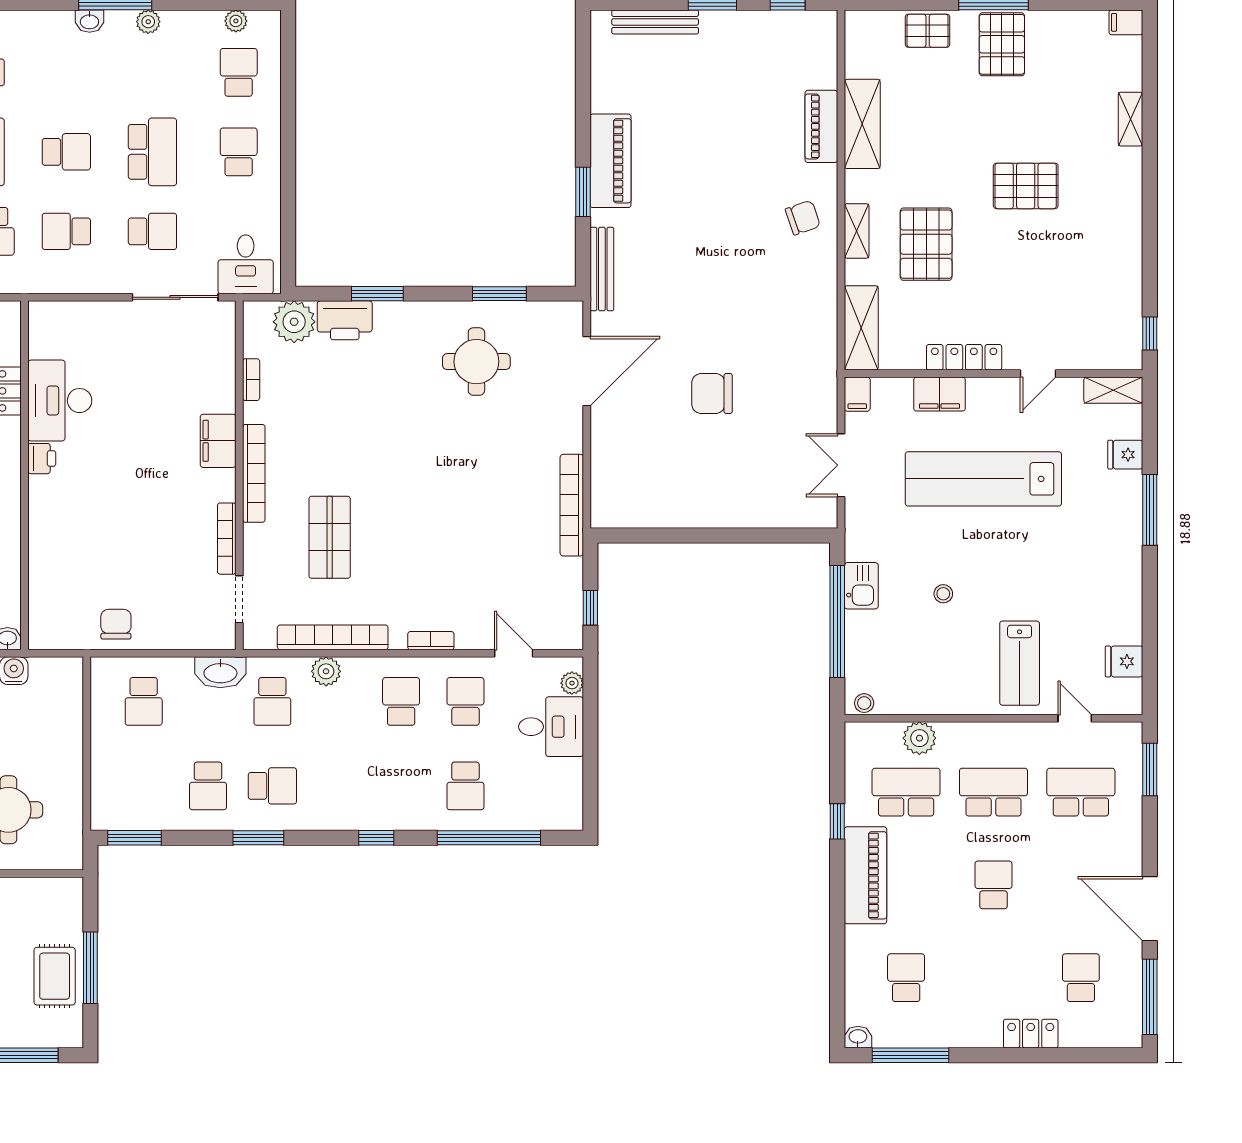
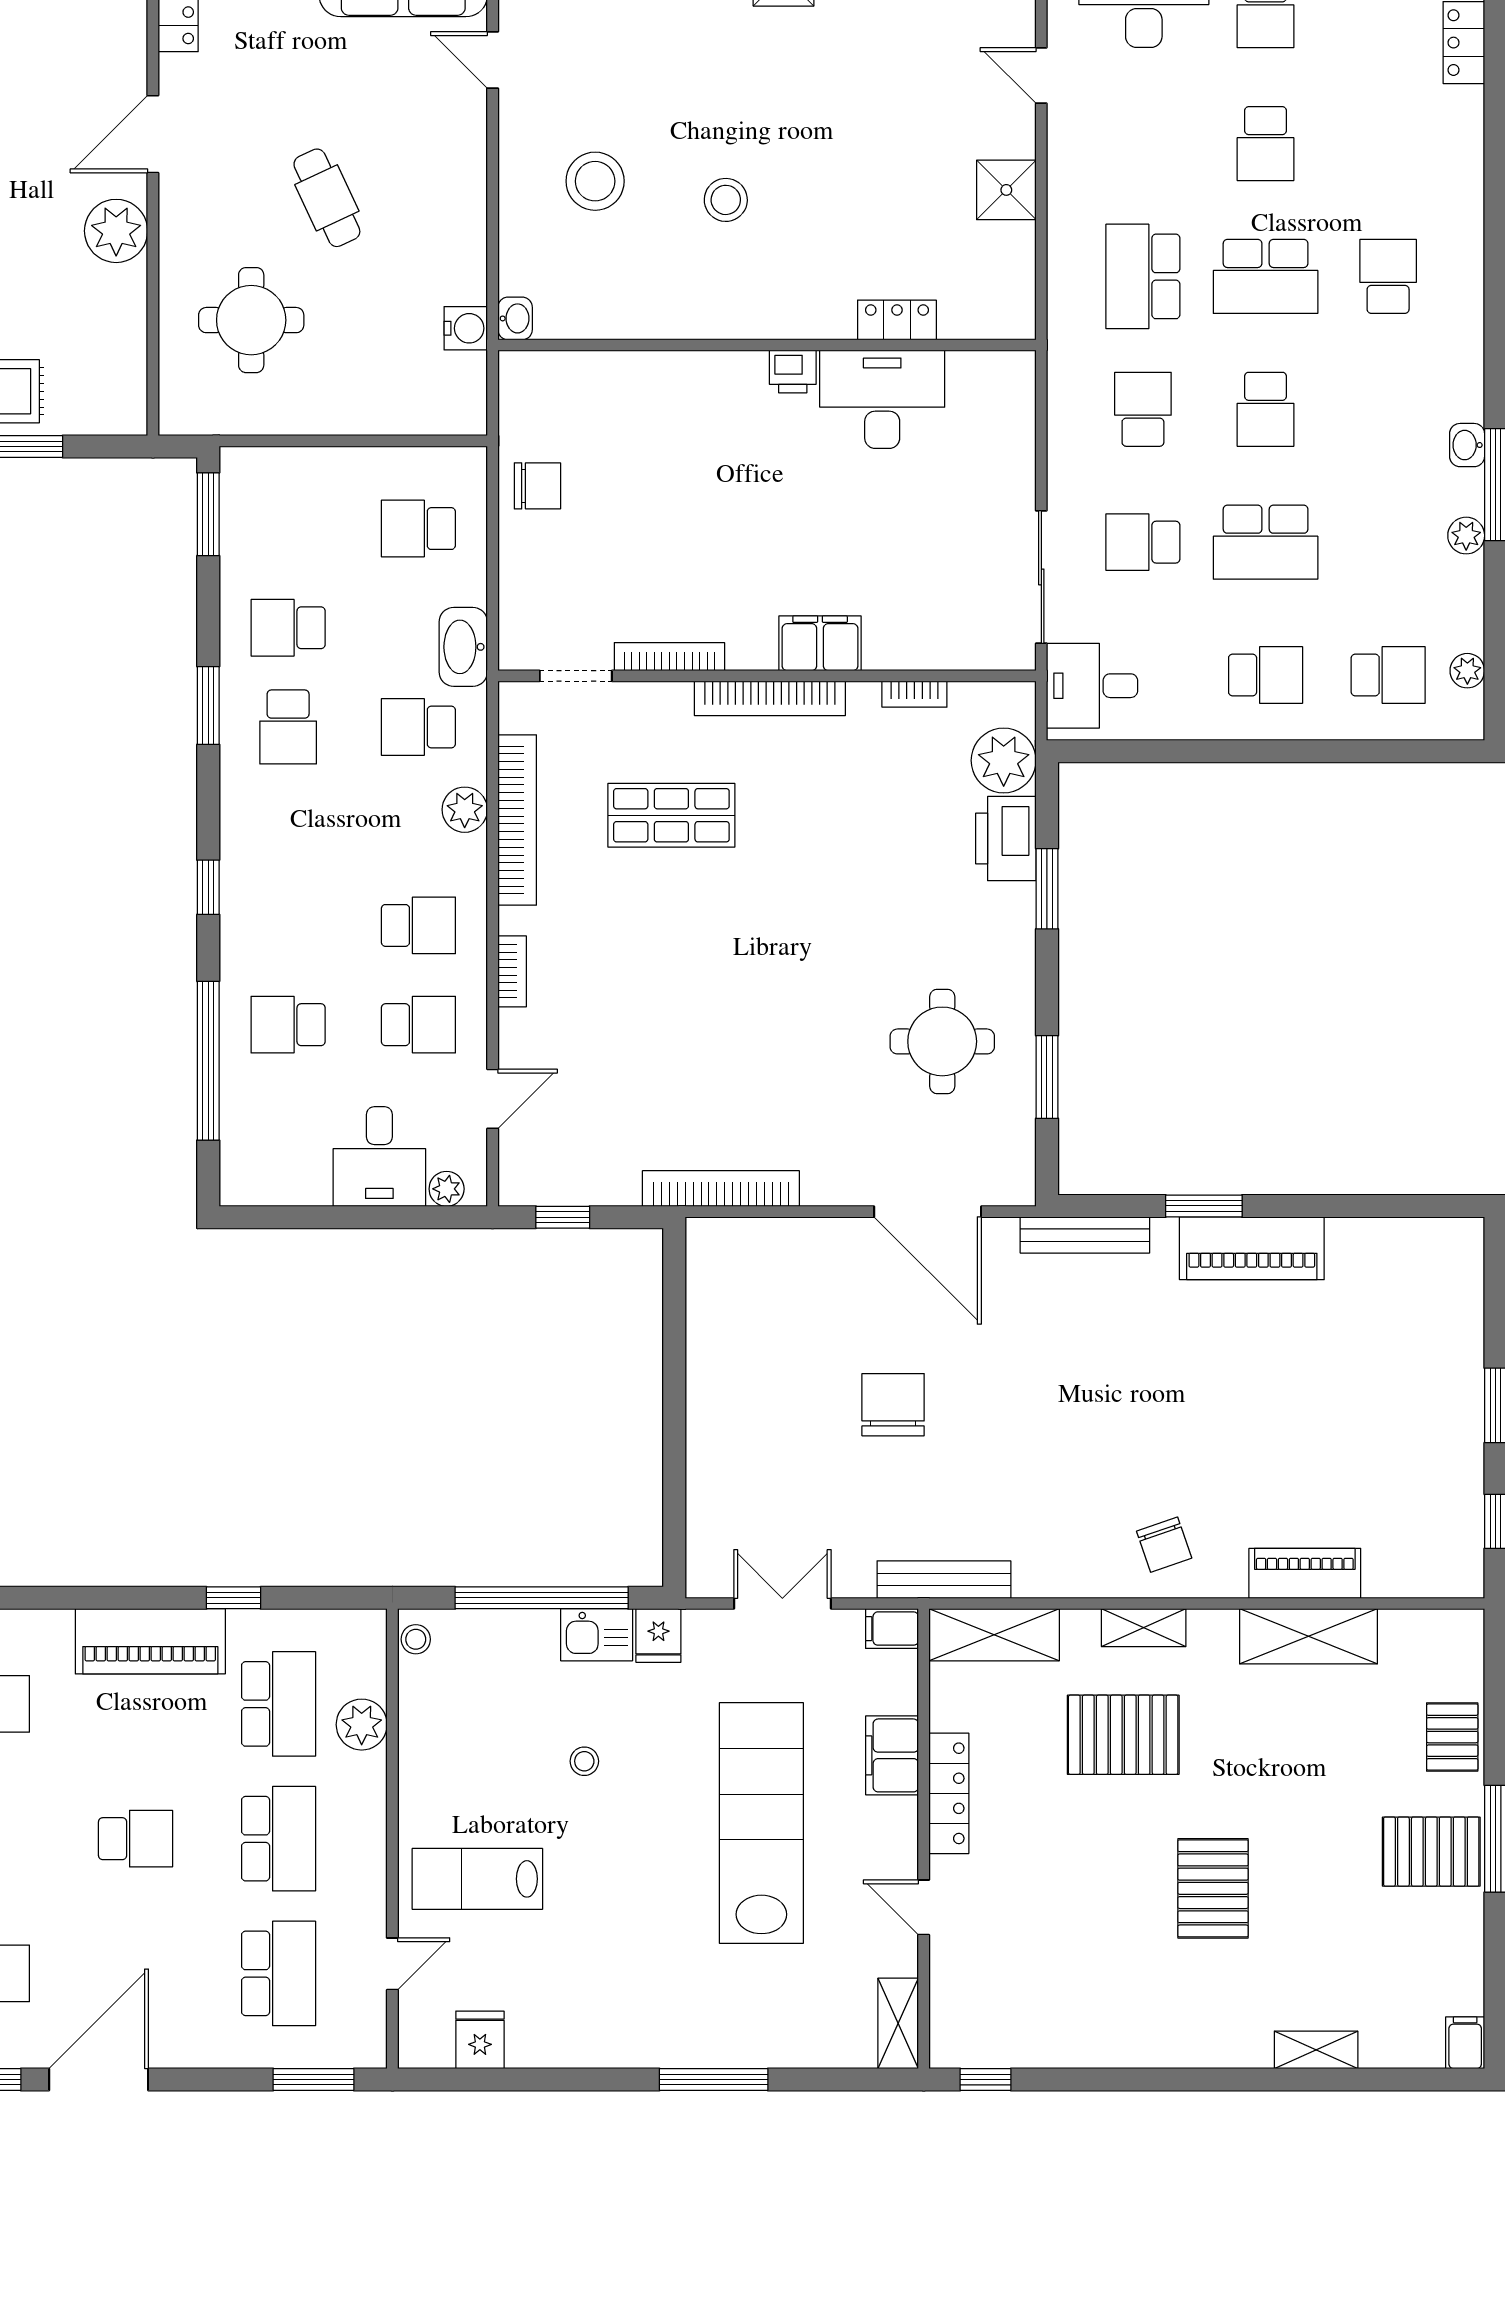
bench: (655, 22) -> (944, 1580), moved, turned 90
school desk: (152, 231) -> (1143, 542), turned 90
fridge: (1125, 455) -> (658, 1636), moved, turned 180

